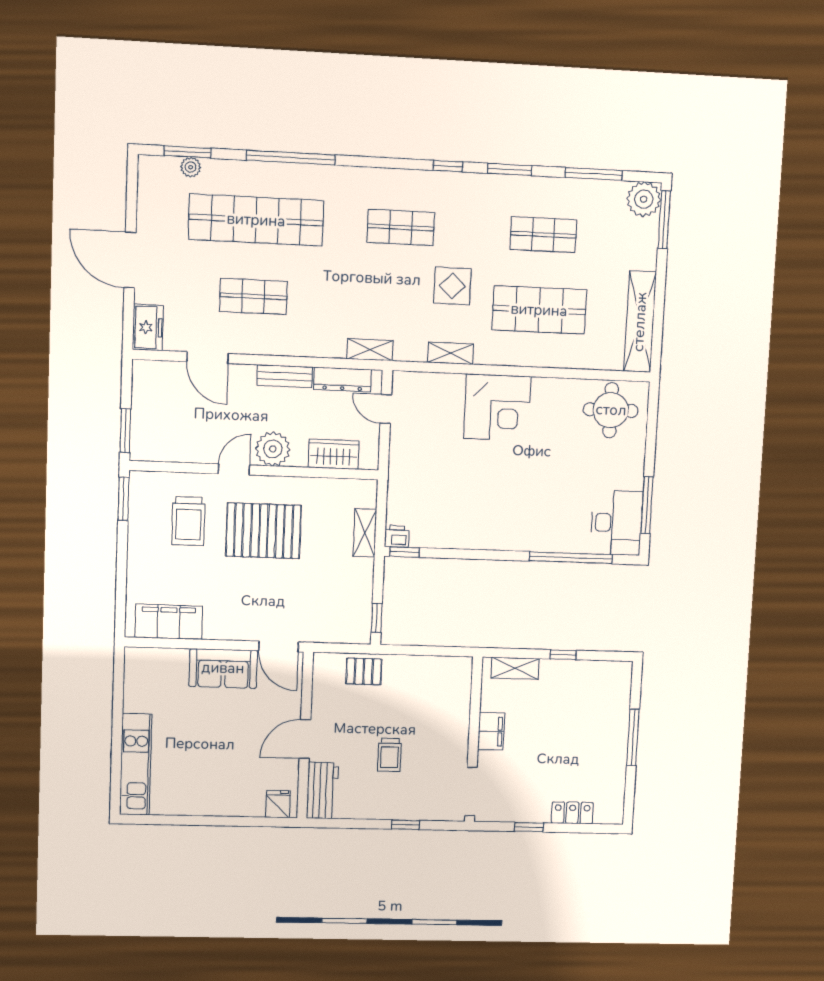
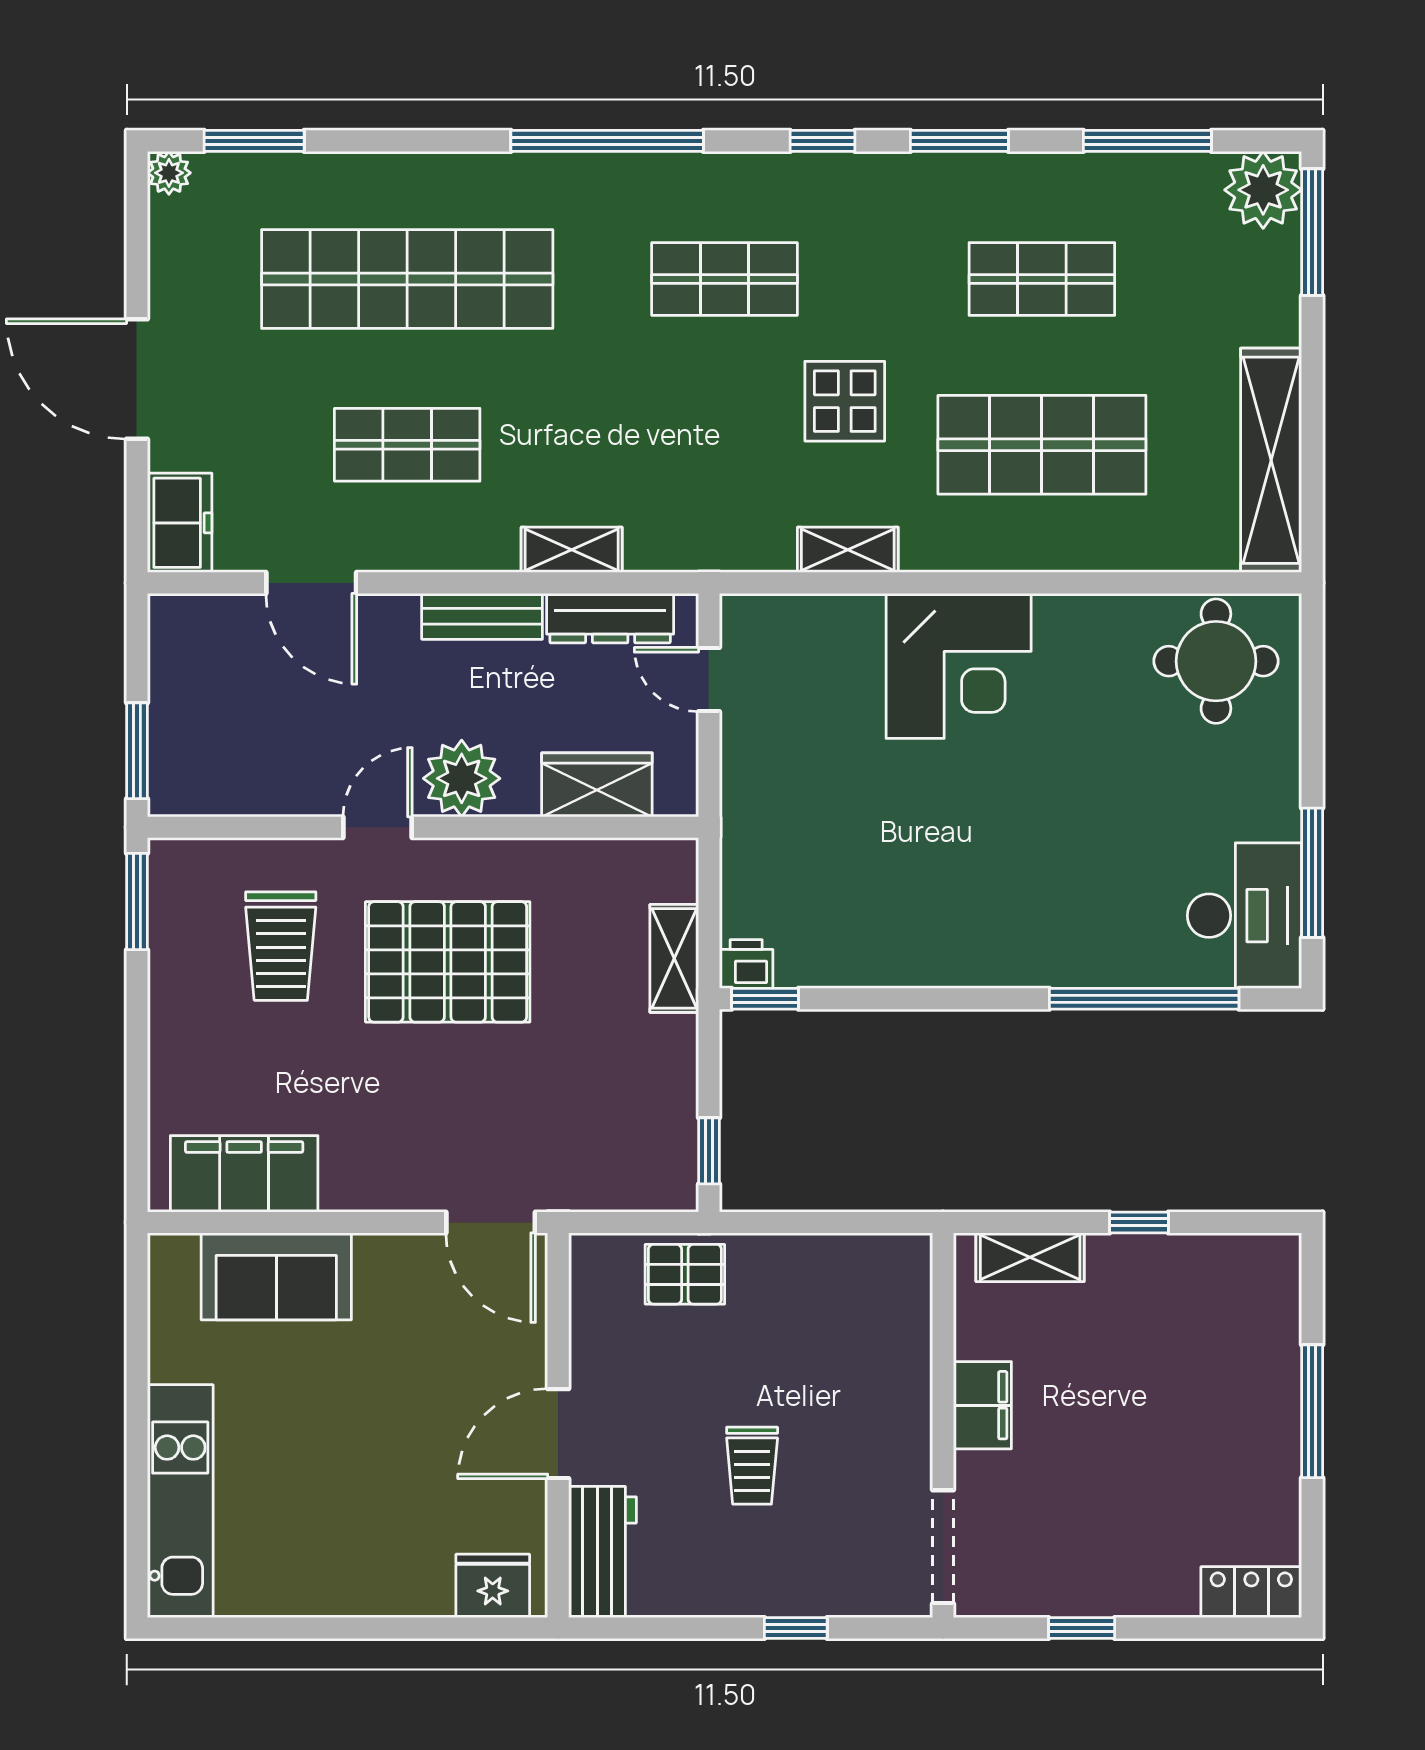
window: (291, 158) -> (607, 141), moved
plant: (191, 167) -> (169, 173), moved
shelving: (370, 350) -> (572, 550), moved
sofa: (223, 668) -> (276, 1276), moved
fridge: (278, 804) -> (493, 1586), width x1.38
locker: (572, 813) -> (1251, 1592), moved

